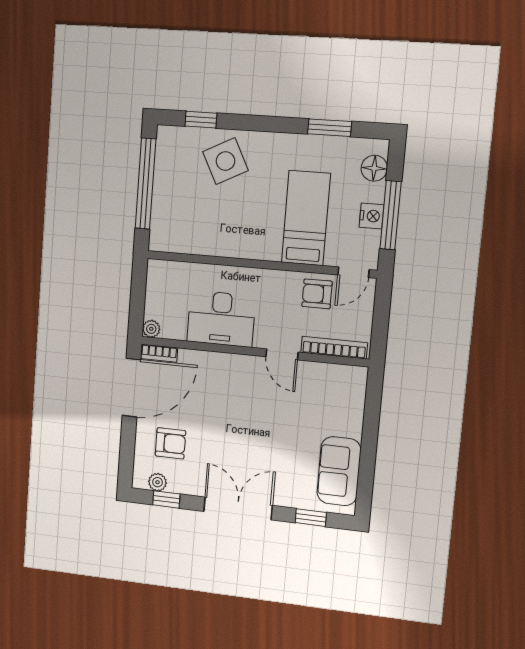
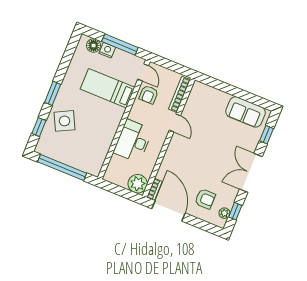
window: (330, 128) -> (53, 93), moved
nightstand: (371, 216) -> (107, 50), moved
desk: (221, 319) -> (133, 141), moved, turned 180
plant: (151, 329) -> (138, 184), width x1.87, depth x1.87
door: (282, 354) -> (175, 123), hinge flipped
armchair: (171, 443) -> (205, 199), turned 90

